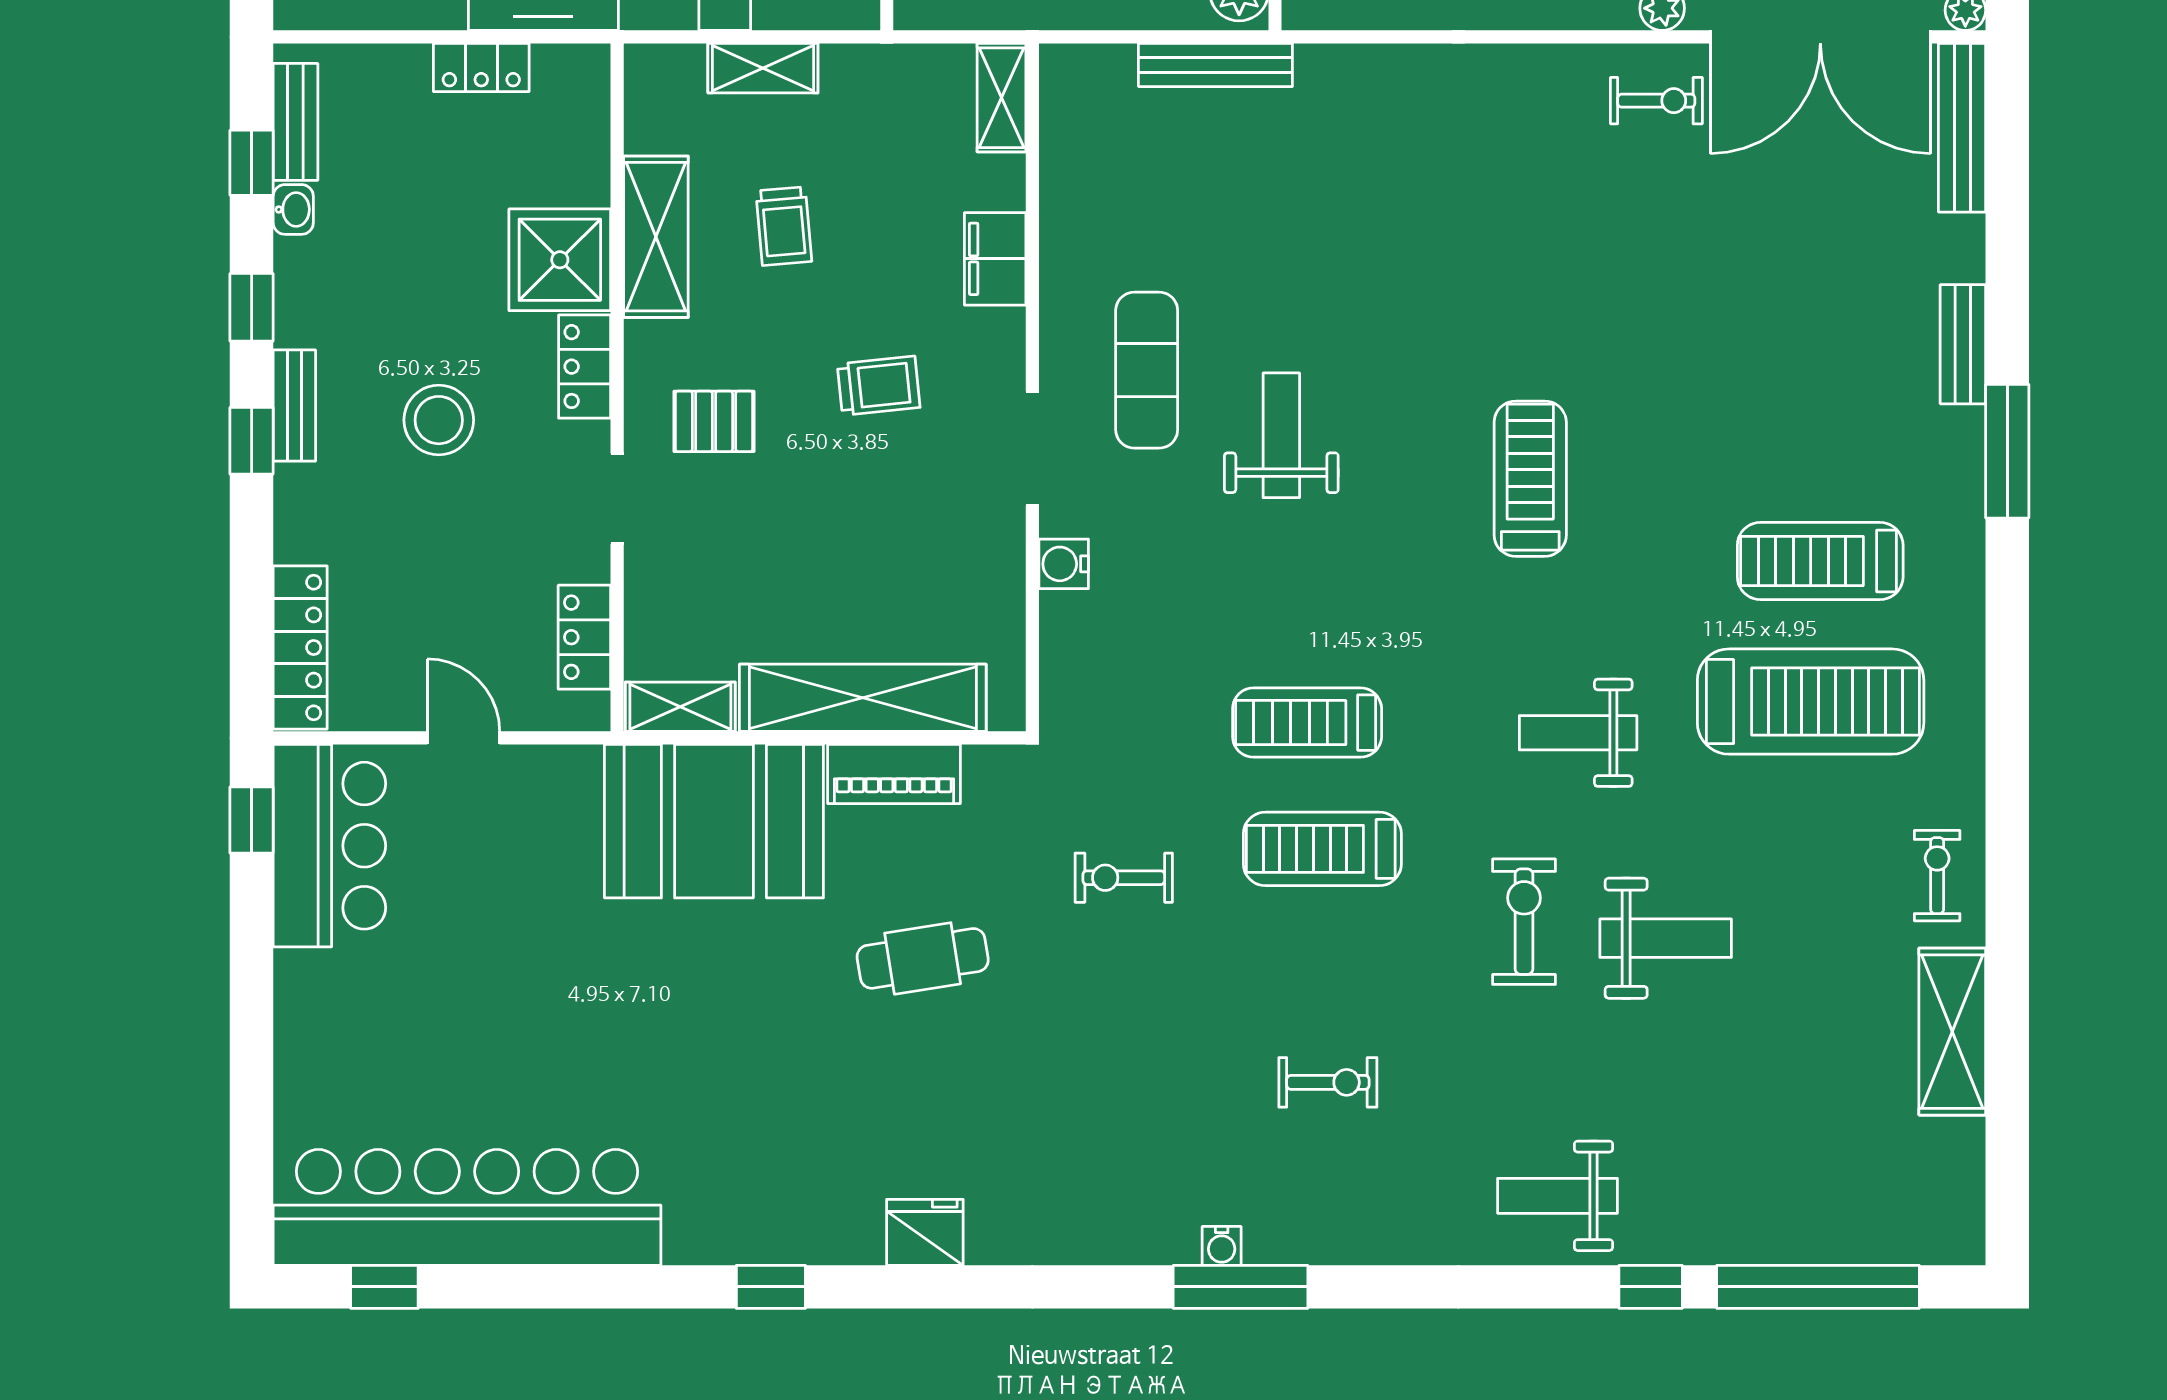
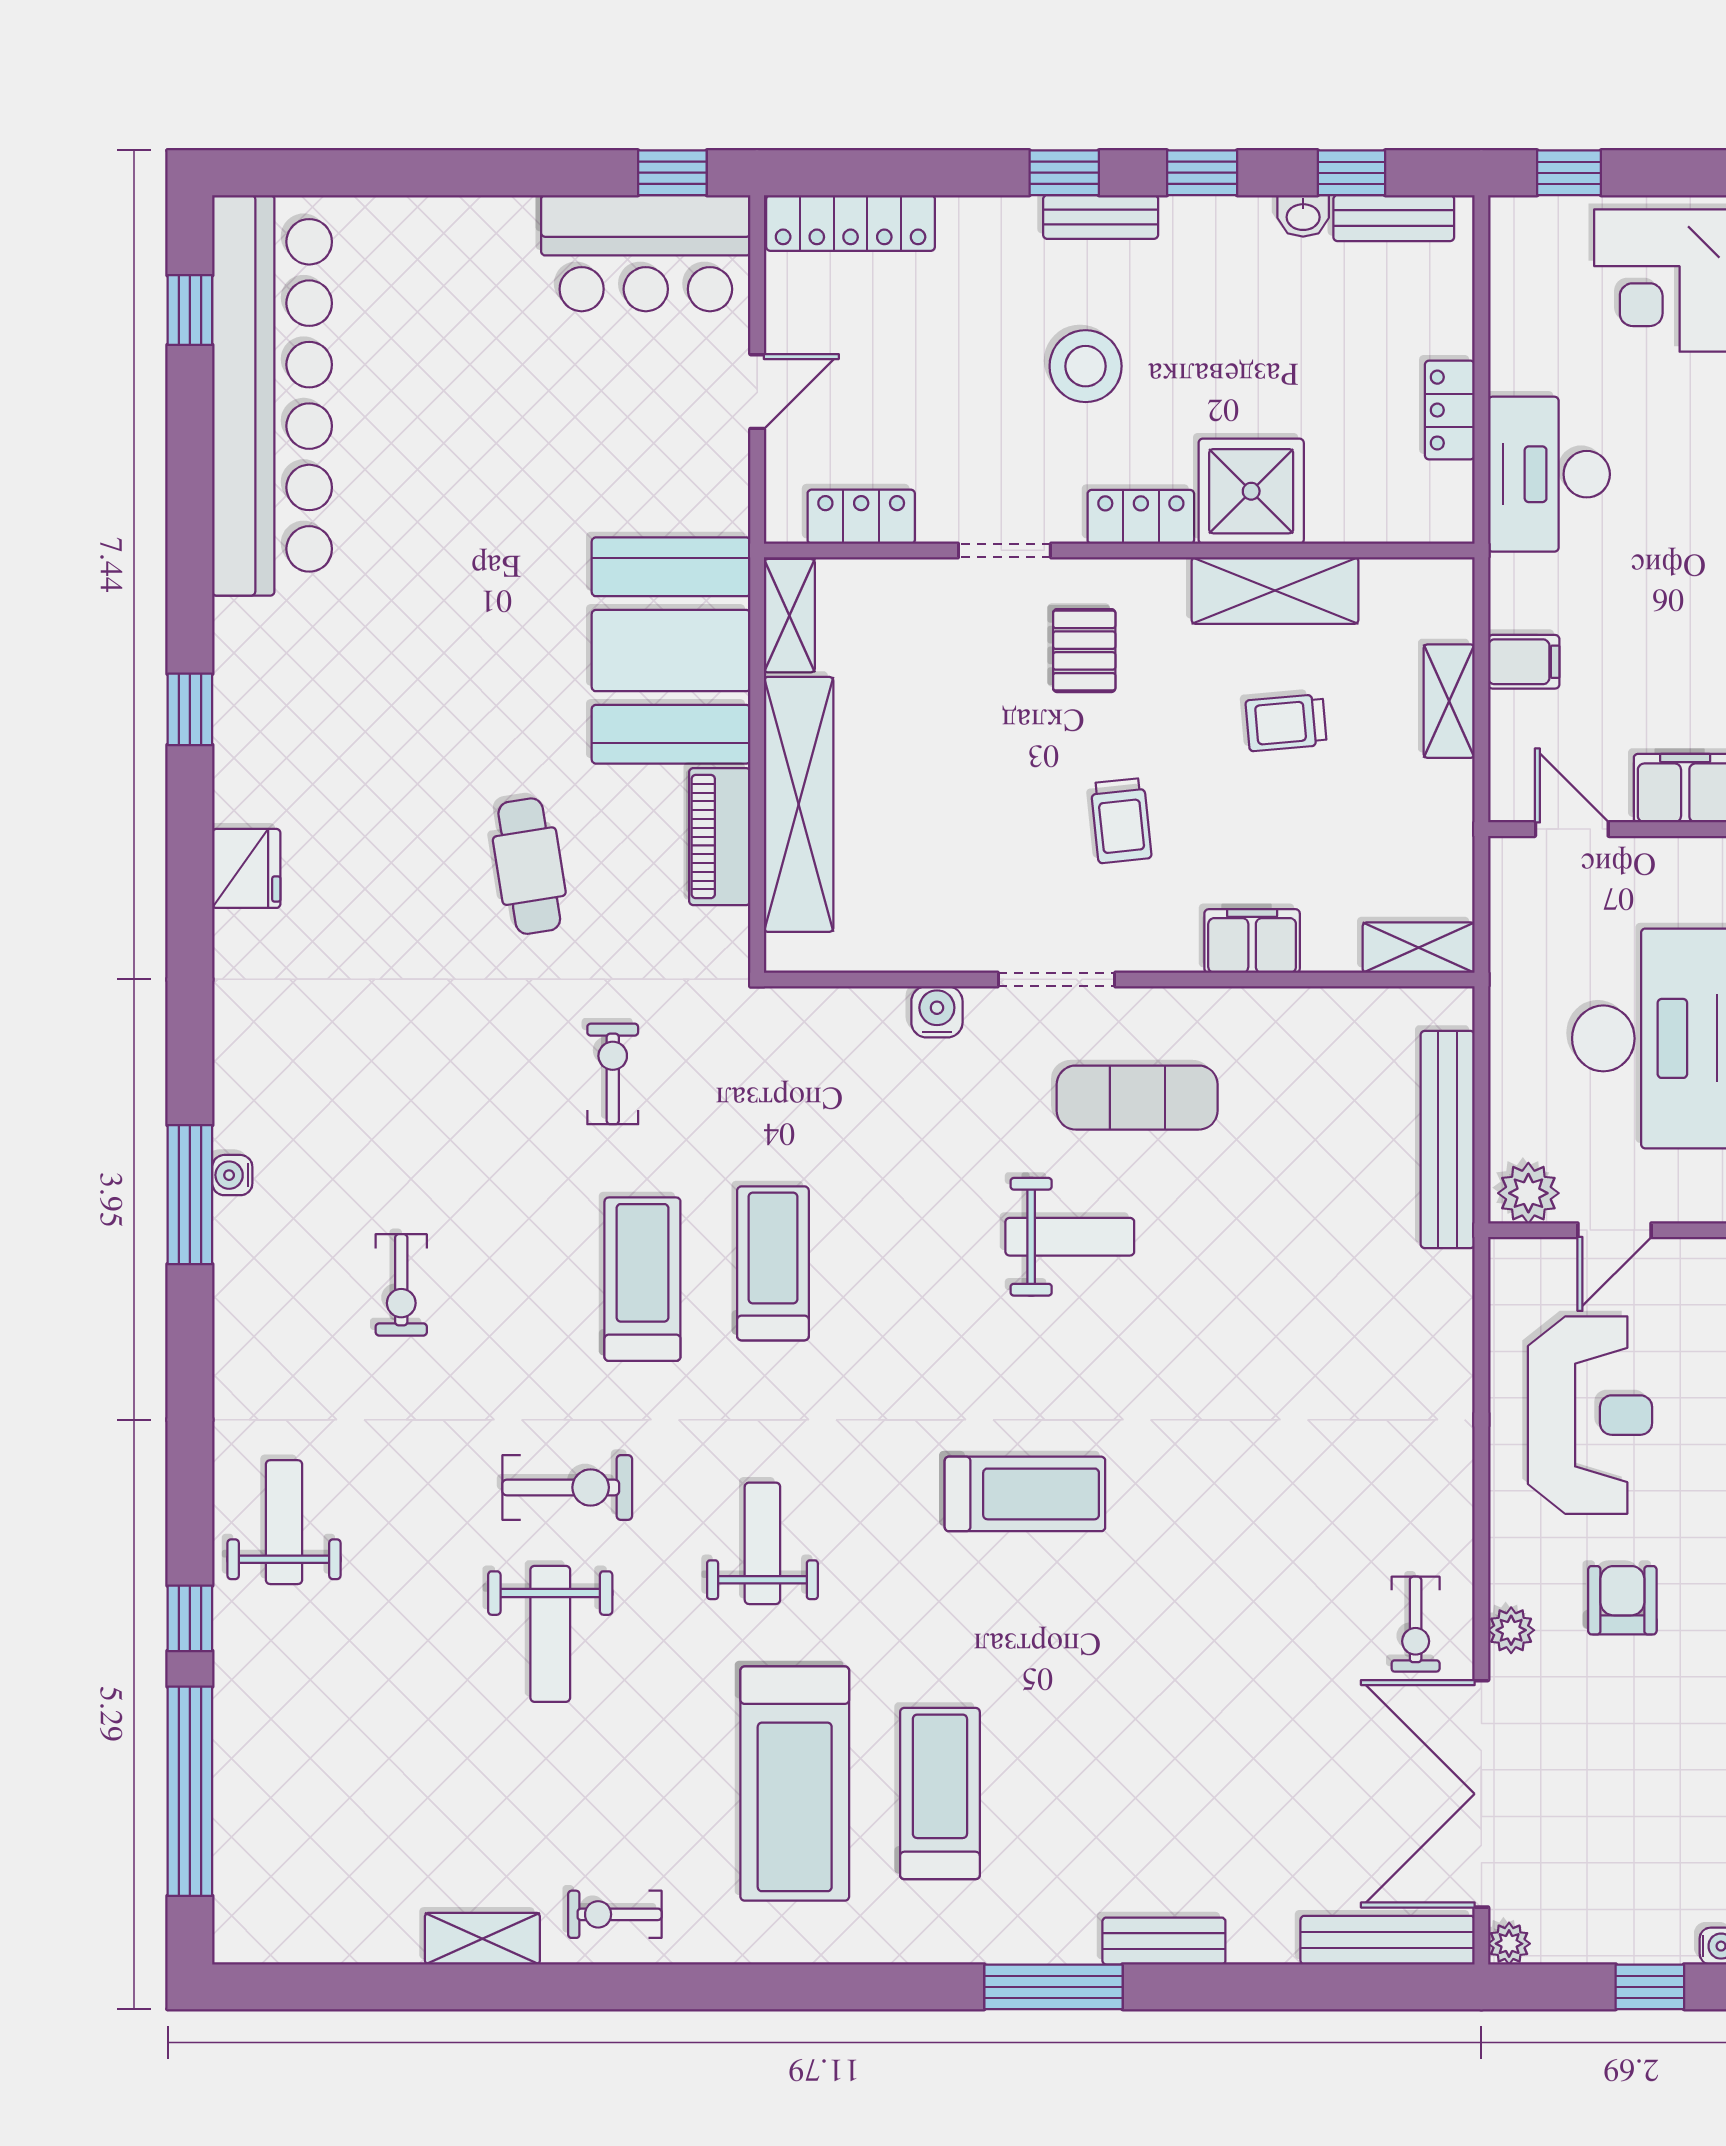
bench: (1215, 65) -> (1448, 1140), width x1.37, depth x1.21
exercise bike: (1937, 876) -> (615, 1914), turned 180
shelving: (1952, 1032) -> (482, 1939), width x0.67, depth x0.75

